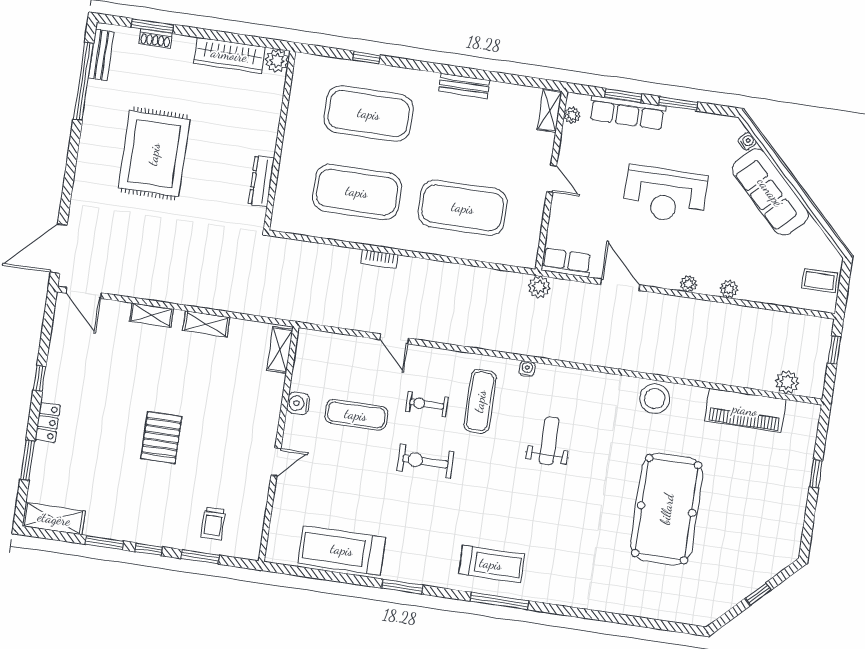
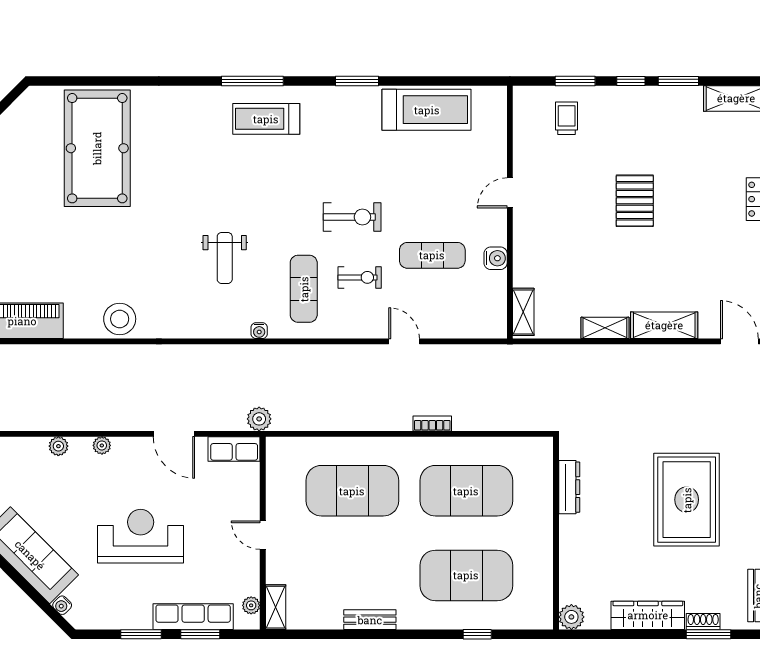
wardrobe: (229, 55) -> (648, 615), moved
shelving: (152, 315) -> (664, 325), width x1.50, depth x1.33
pool table: (667, 509) -> (97, 148), moved

